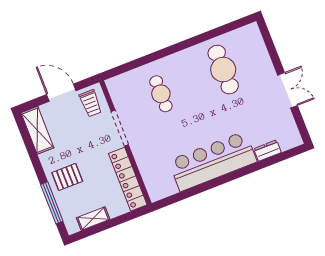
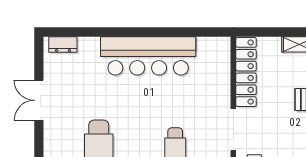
dresser: (267, 151) -> (63, 44), moved

